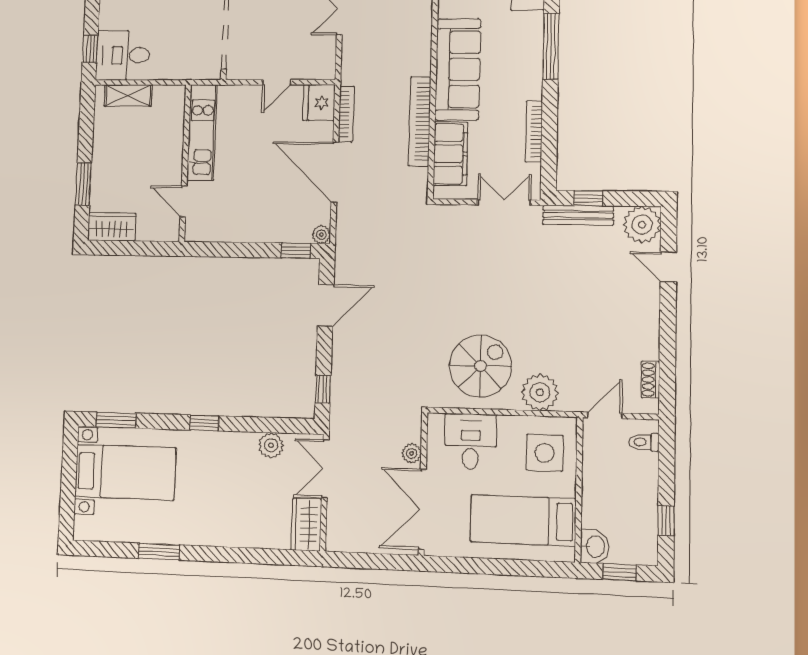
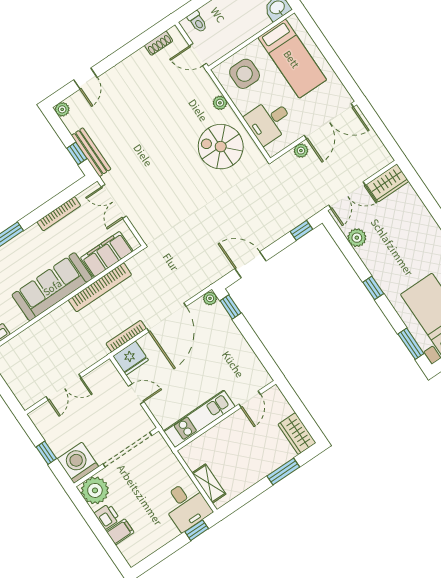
plant: (642, 225) -> (62, 109), width x0.53, depth x0.53
plant: (540, 392) -> (220, 103), width x0.53, depth x0.53

